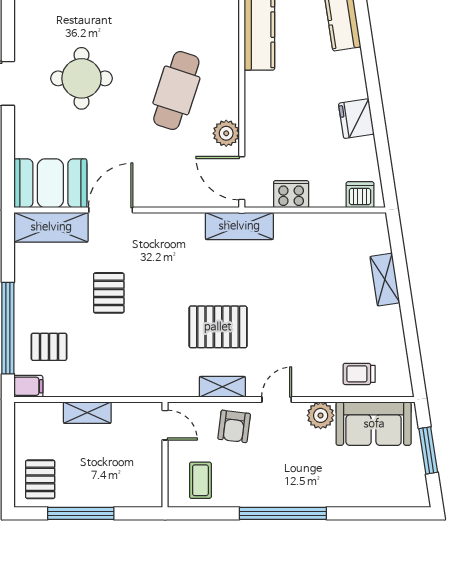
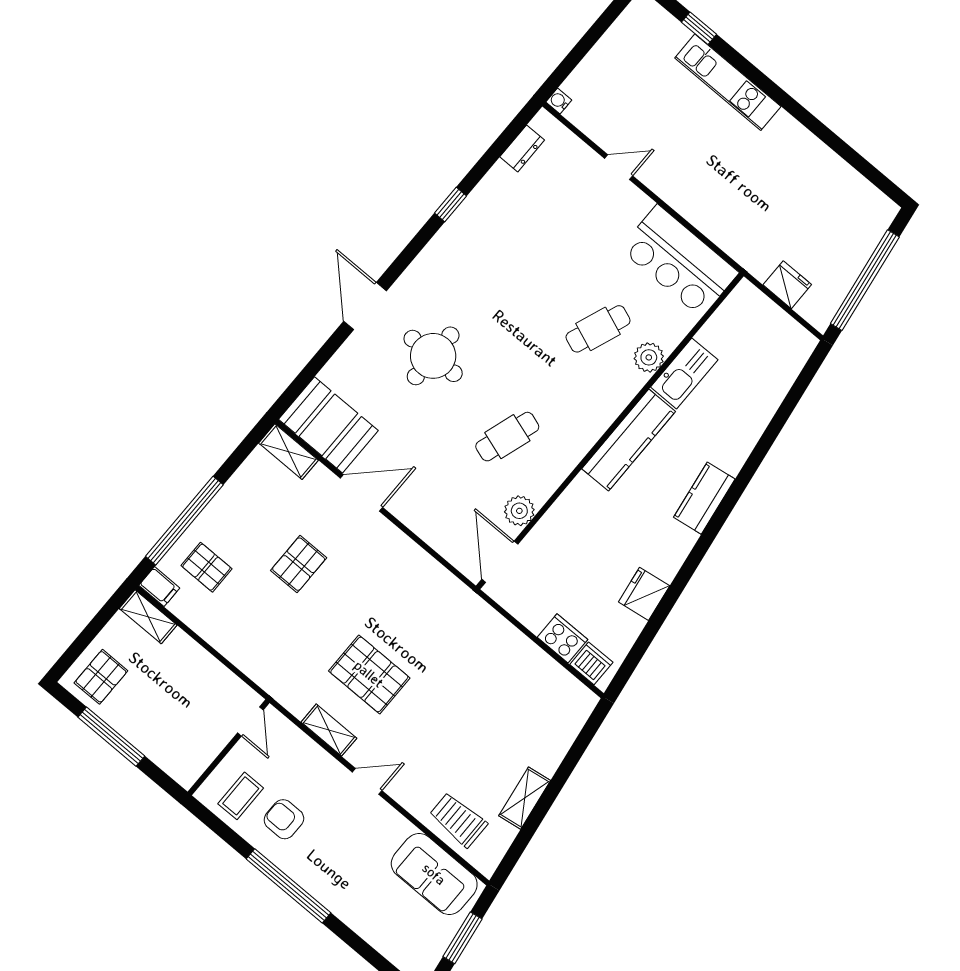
cafe table: (176, 90) -> (507, 437), width x0.73, depth x0.74
cooker: (291, 194) -> (563, 638), moved
shelving: (239, 226) -> (462, 602), removed
shelving: (51, 227) -> (288, 452), width x0.67, depth x0.75
shelving: (385, 280) -> (525, 798), moved
trolley: (359, 374) -> (458, 820), width x1.36, depth x1.39
shelving: (87, 413) -> (148, 617), moved
plant: (321, 415) -> (394, 828), removed
armchair: (234, 426) -> (284, 819), moved, turned 83

